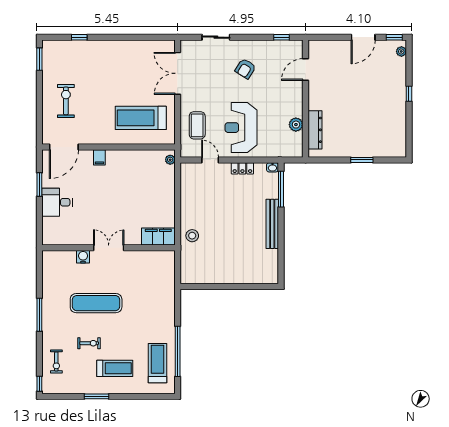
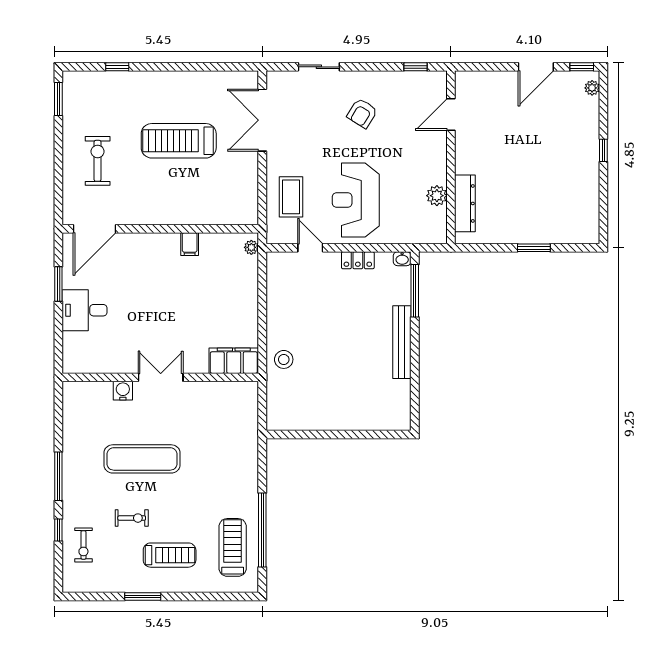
treadmill: (141, 118) -> (179, 141), moved
filing cabinet: (99, 157) -> (190, 244), moved
window: (39, 384) -> (58, 530), moved

